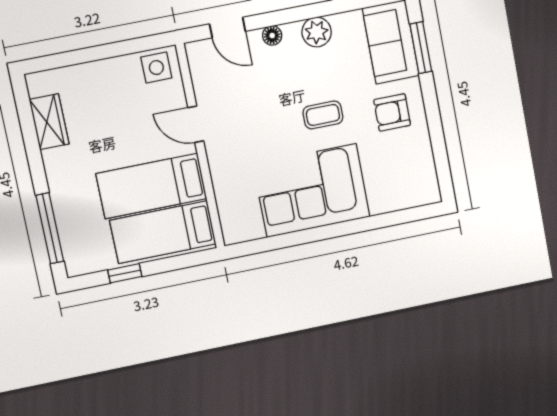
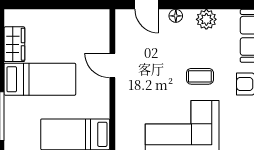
side table: (156, 68) -> (93, 22), removed
bed: (151, 186) -> (40, 79), moved, turned 180

